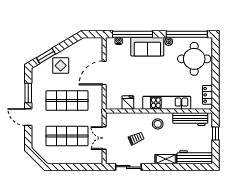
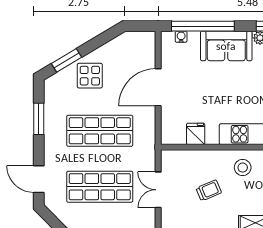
door: (28, 117) -> (39, 179), moved

